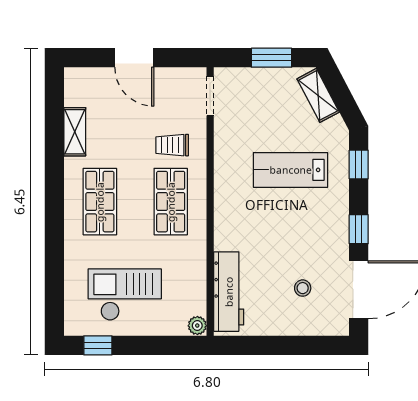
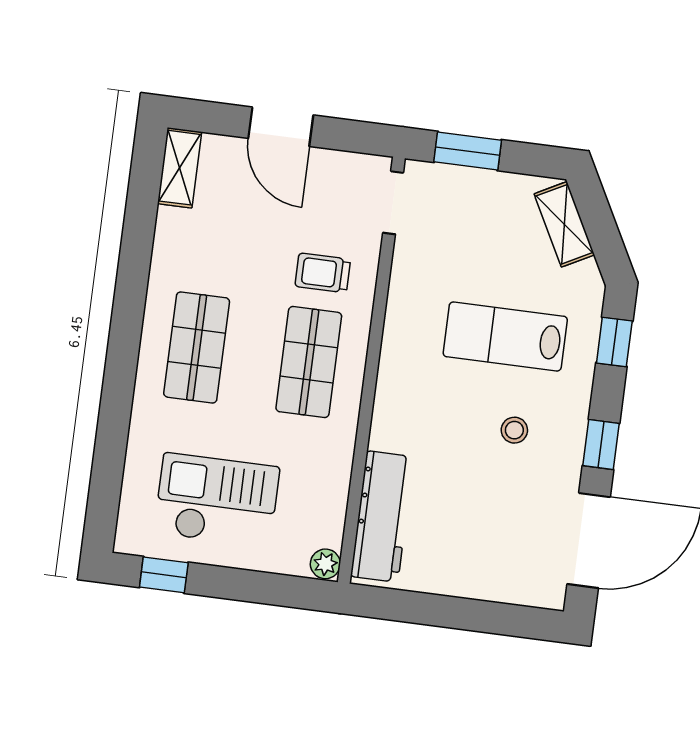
window: (271, 58) -> (468, 151), moved
shelving: (75, 132) -> (180, 168), moved
stool: (303, 288) -> (514, 430), moved

